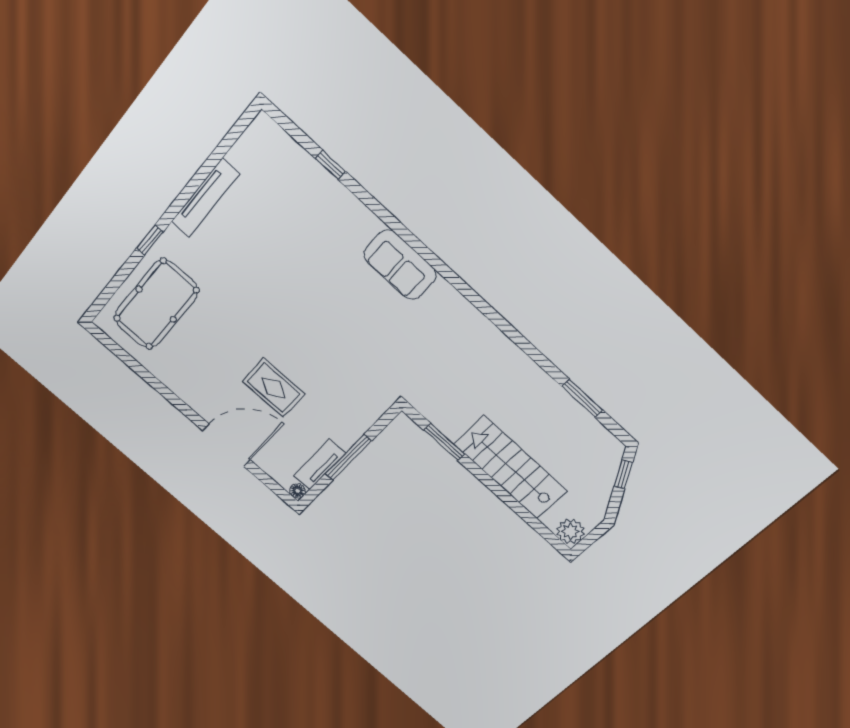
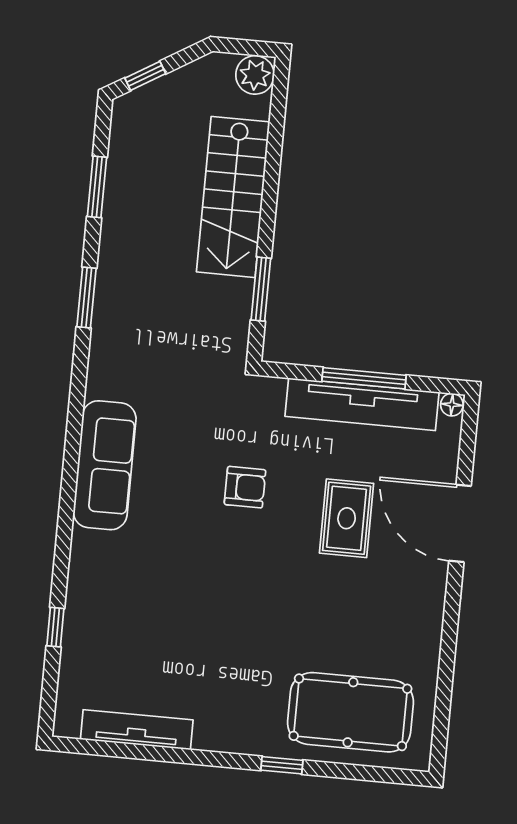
tv unit: (205, 198) -> (137, 730), moved
sofa: (400, 265) -> (105, 465), width x1.36
window: (521, 341) -> (87, 298), added
armchair: (334, 346) -> (245, 487), added
tv unit: (320, 464) -> (362, 404), width x1.92, depth x1.29

